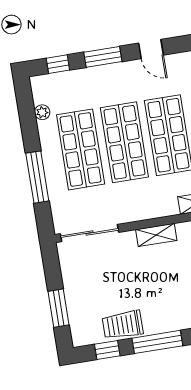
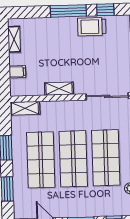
trolley: (123, 325) -> (92, 27), turned 180

